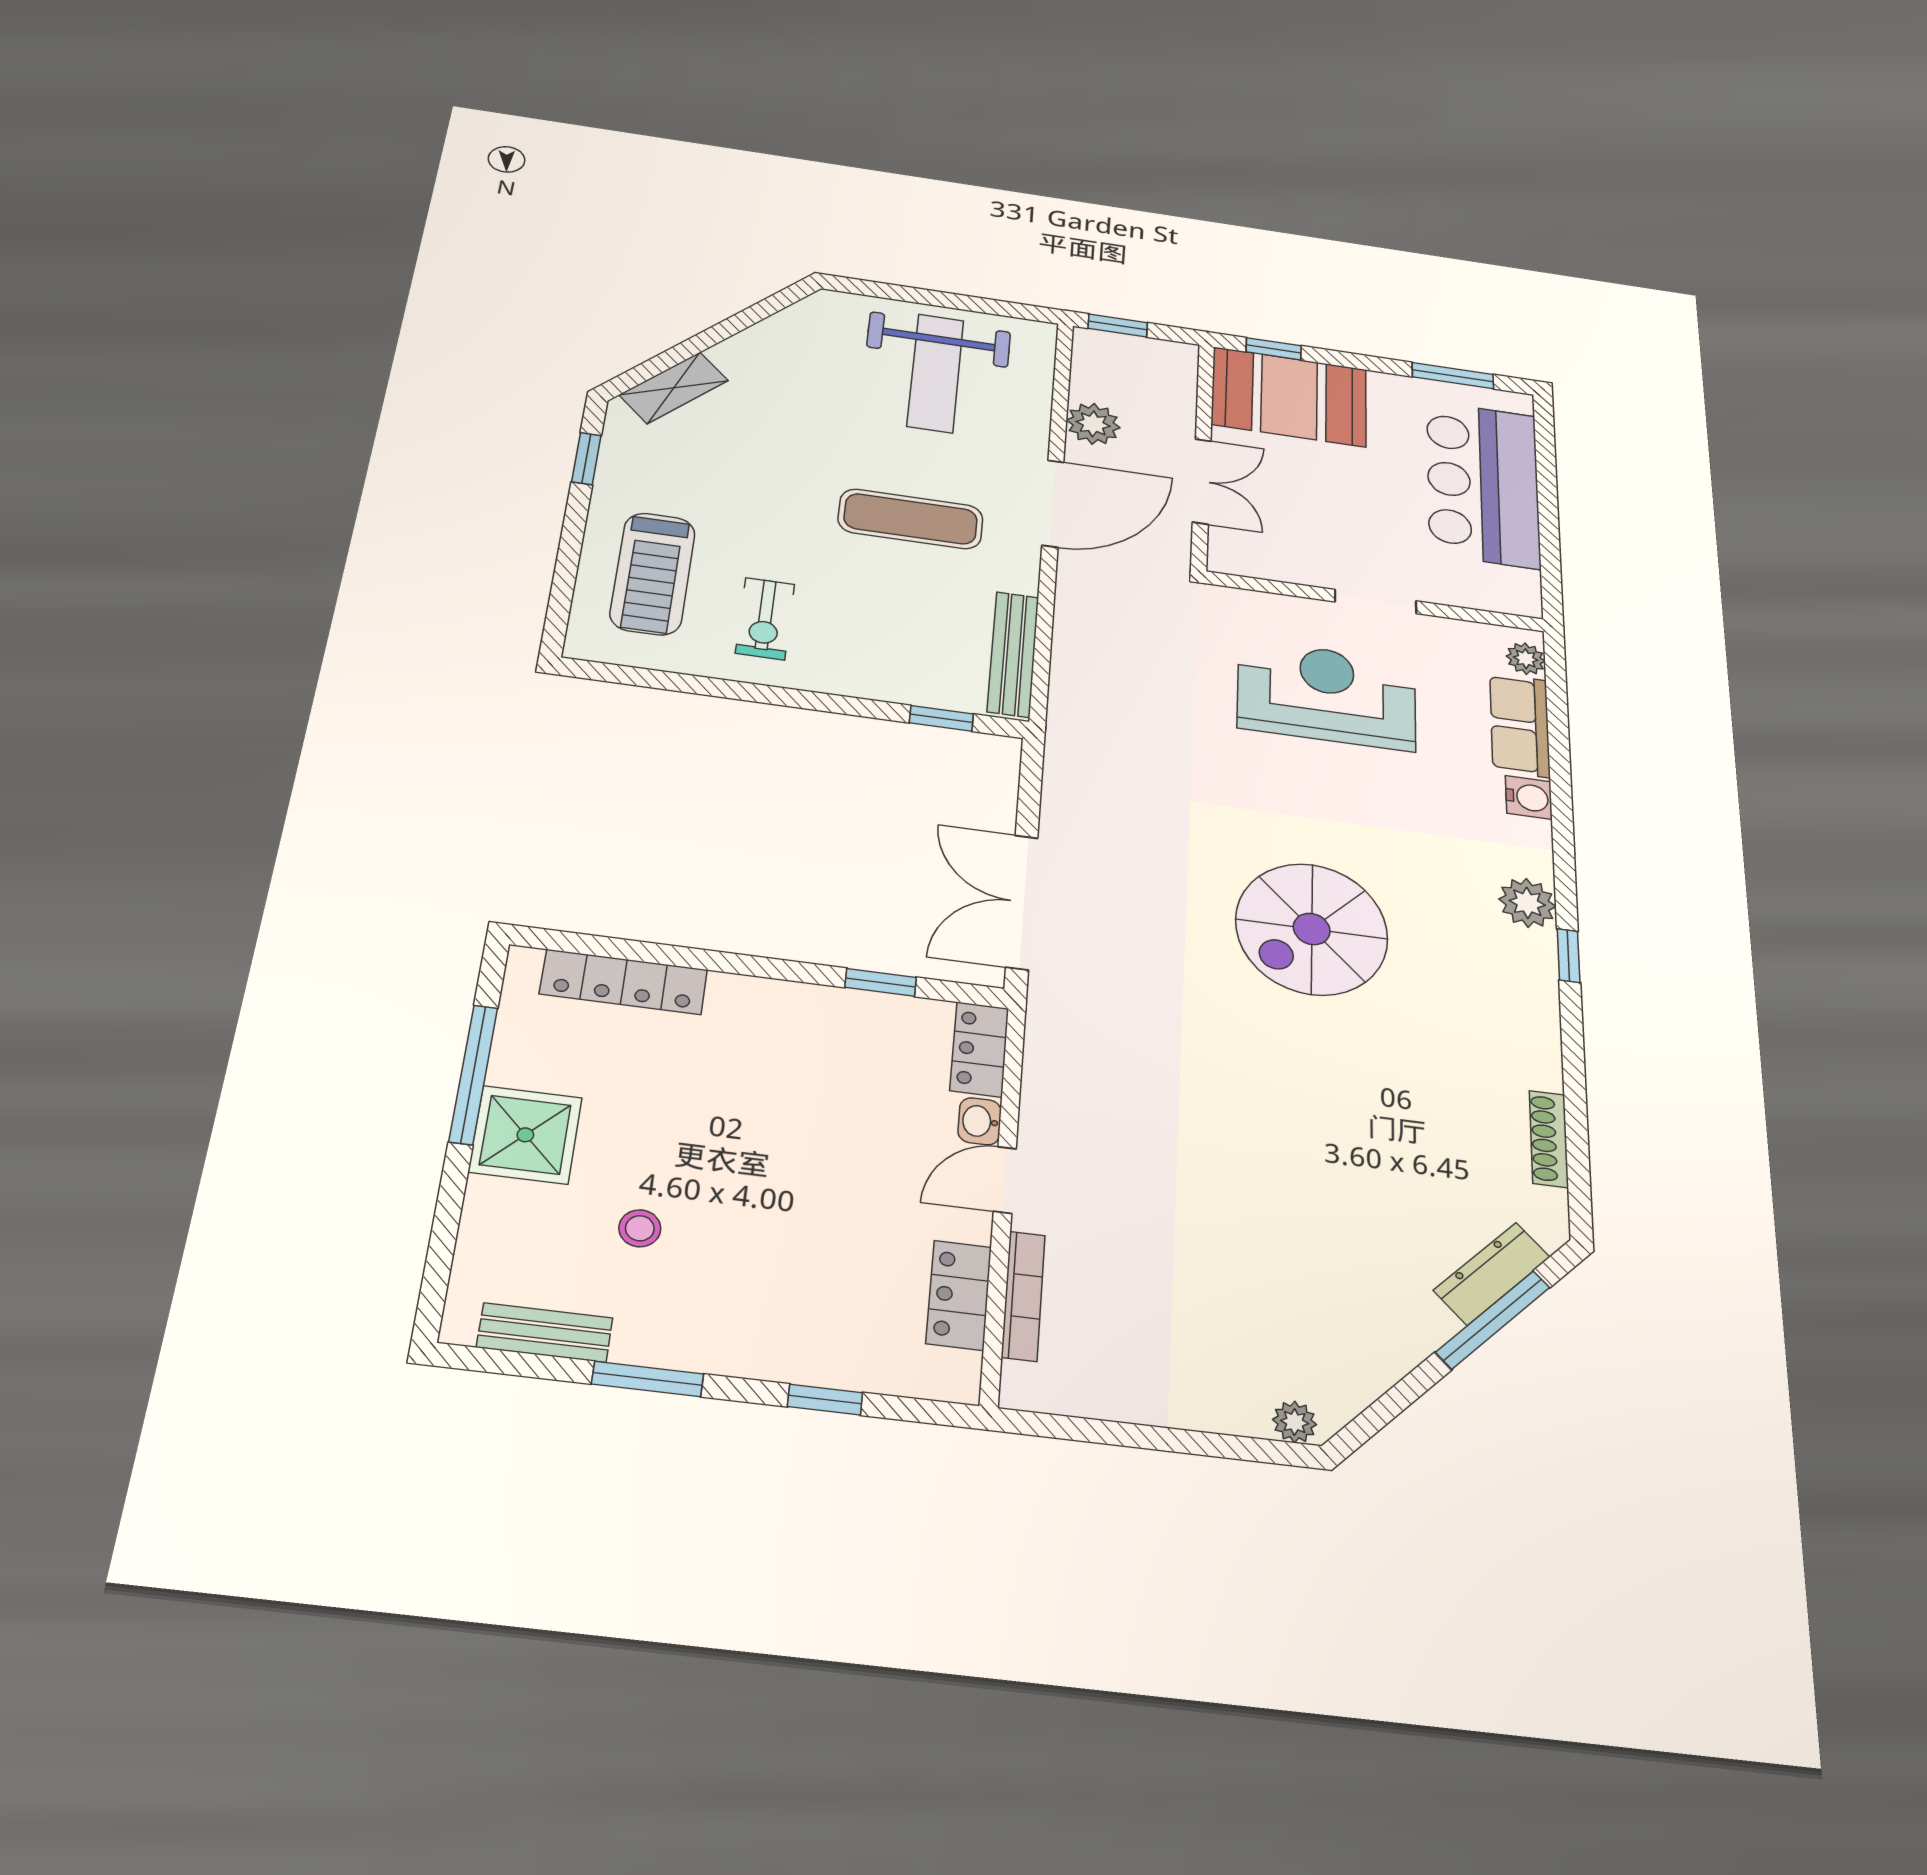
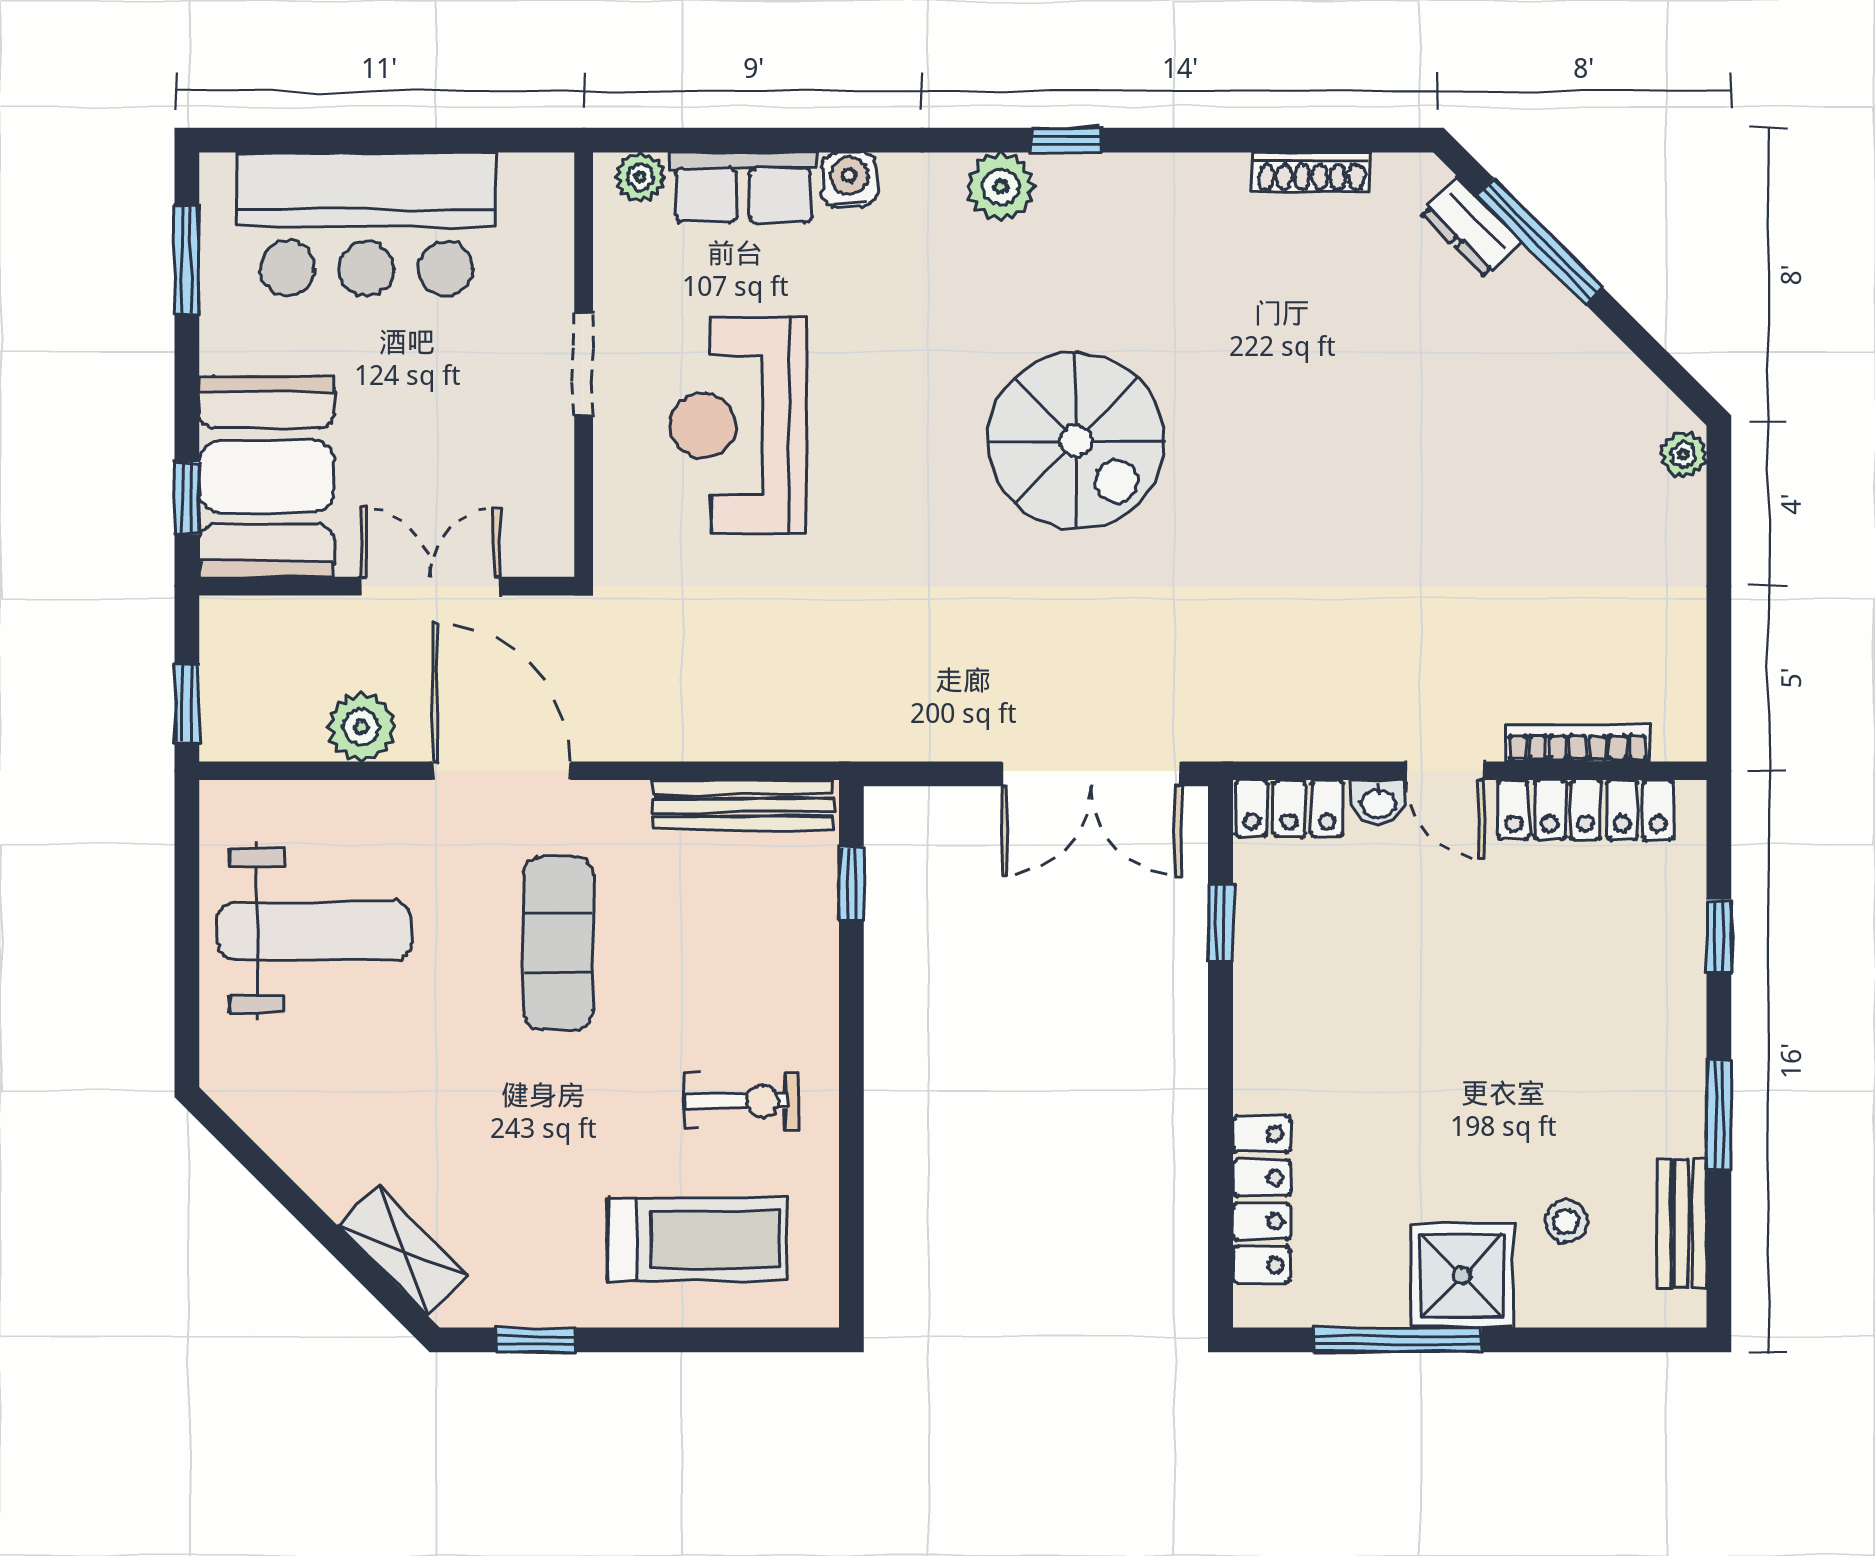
stool: (640, 1228) -> (1566, 1221), moved
dresser: (1492, 1274) -> (1471, 227), width x0.70
locker: (959, 1295) -> (1586, 810), width x1.53

